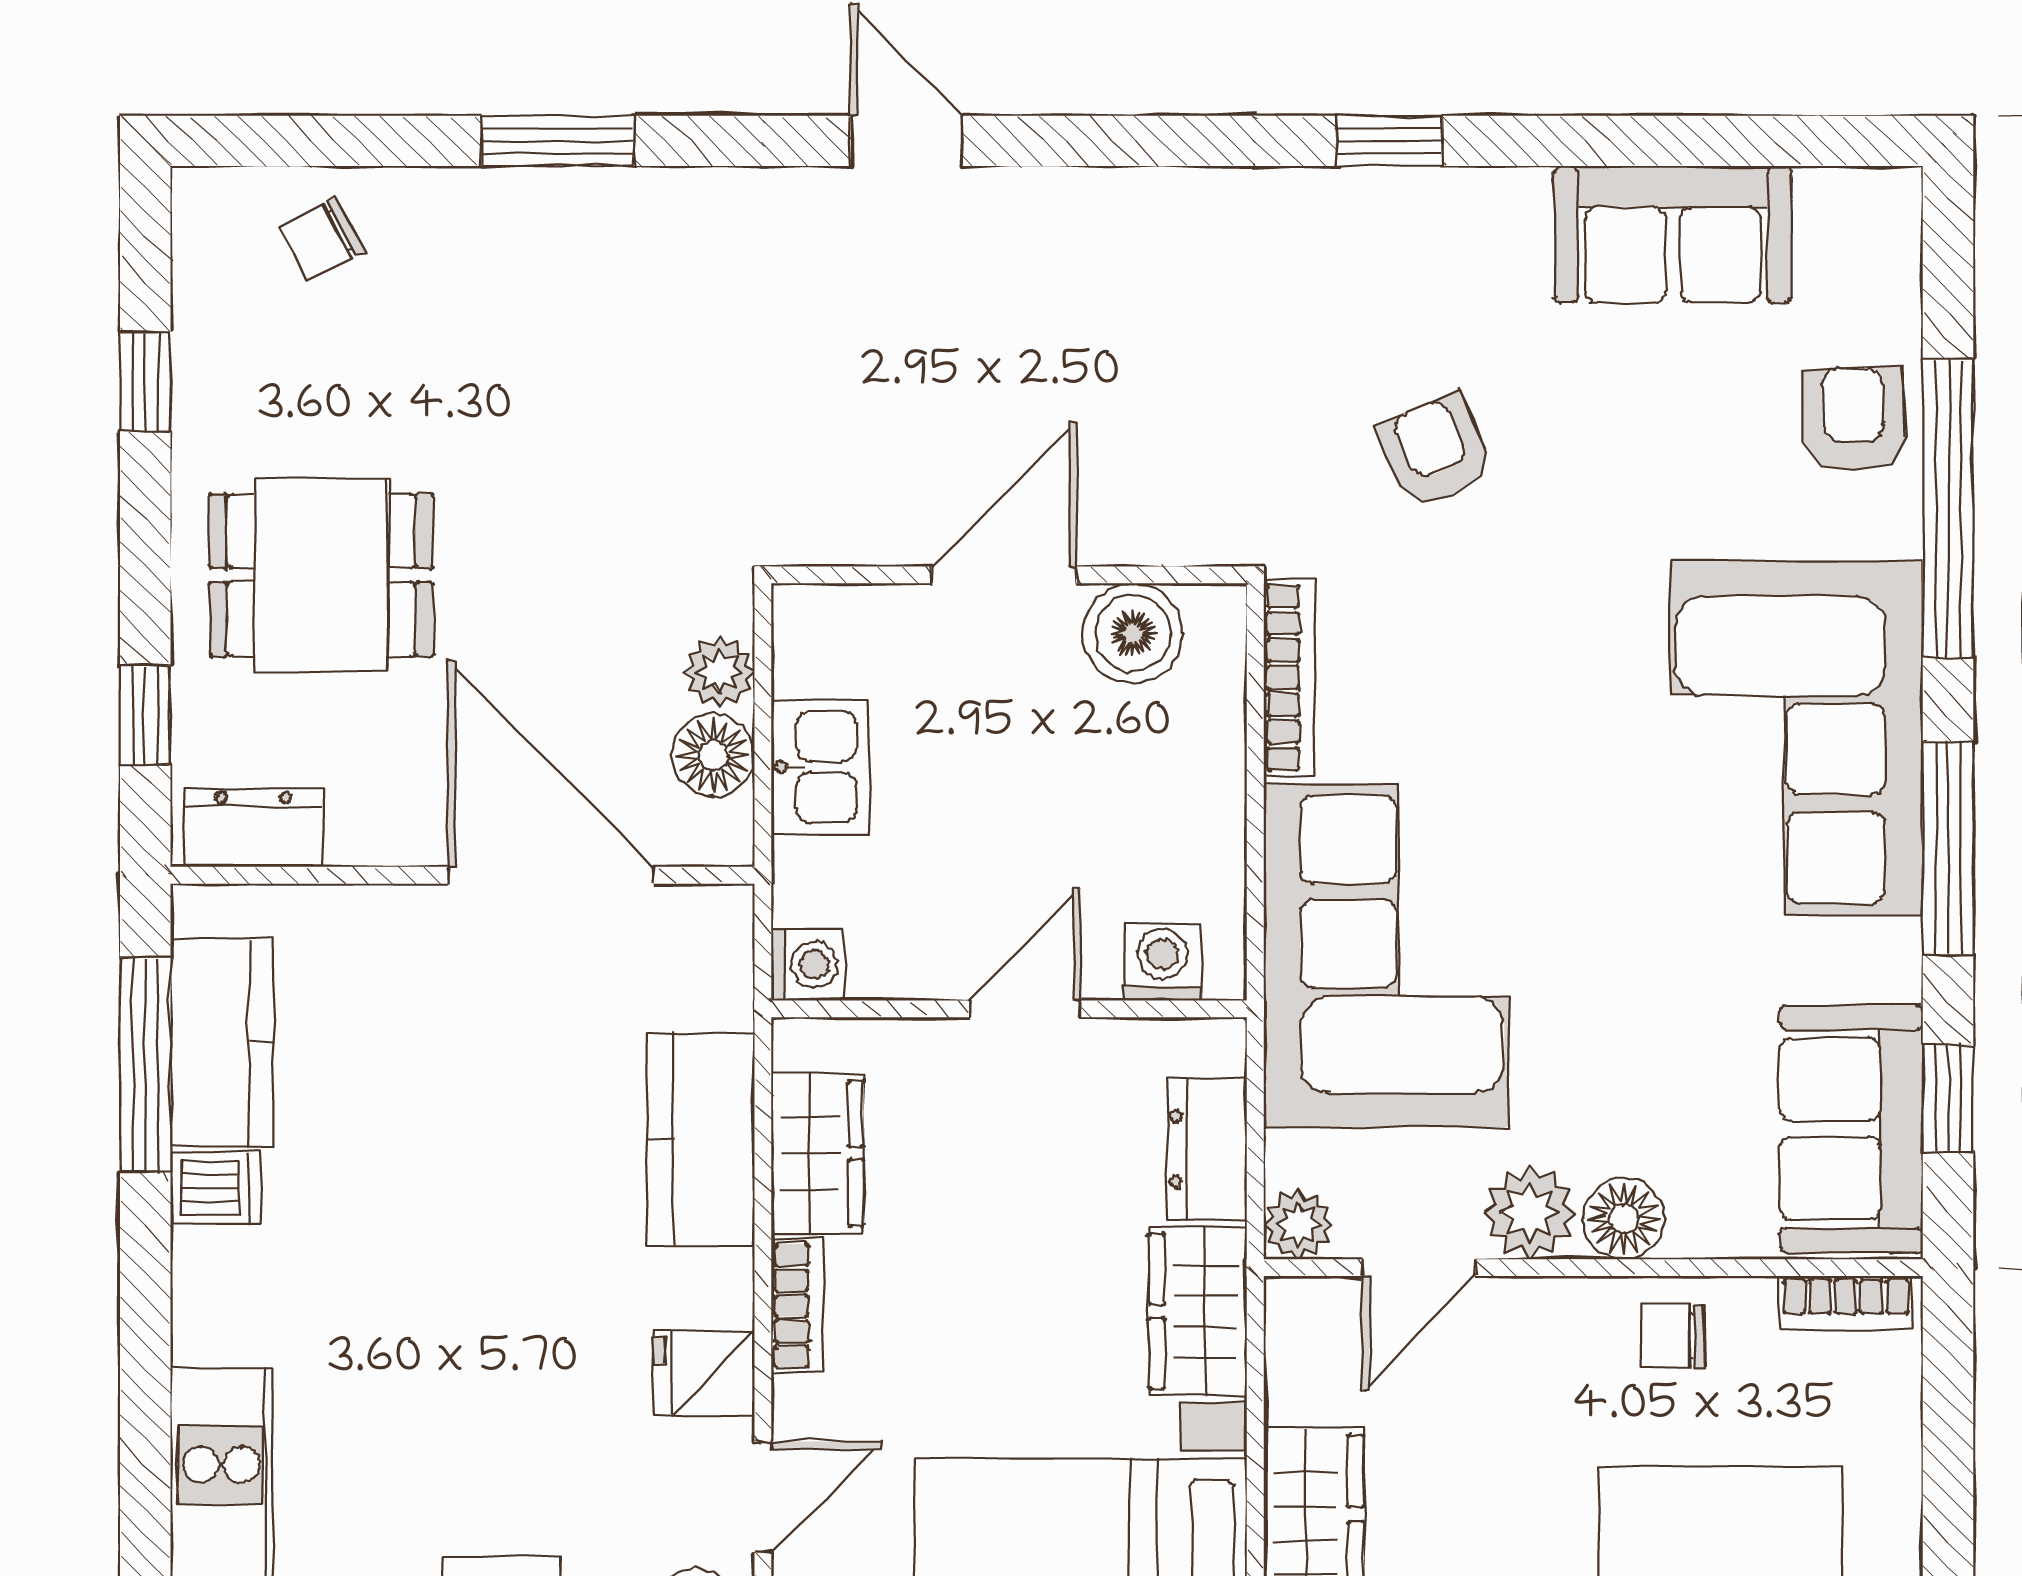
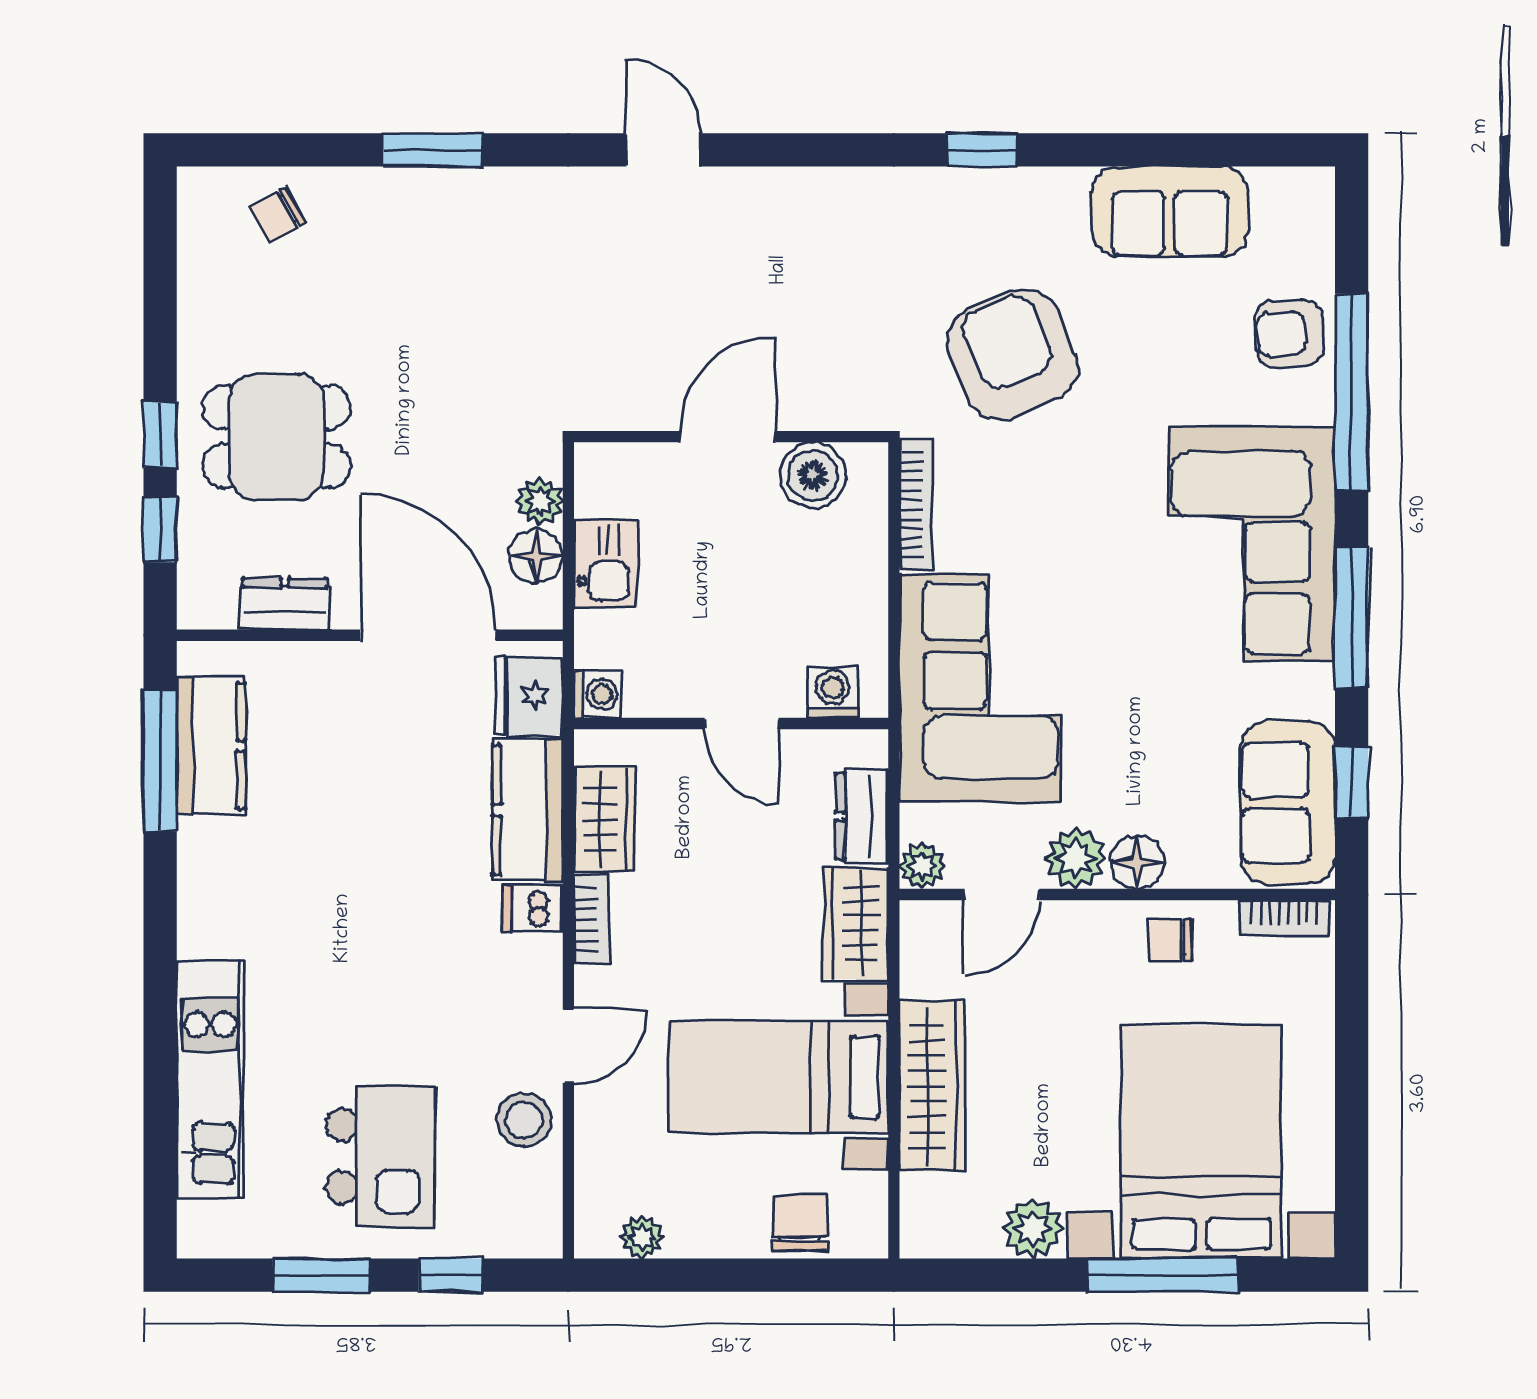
window: (145, 382) -> (160, 435), moved
armchair: (1853, 419) -> (1289, 334), turned -92
armchair: (1435, 451) -> (1012, 355), width x1.88, depth x1.88
dresser: (254, 828) -> (285, 604), moved
door: (1025, 1009) -> (742, 724), swing flipped
dishwasher: (216, 1188) -> (533, 908), moved, turned 180
fridge: (704, 1373) -> (529, 696), moved, width x1.38

